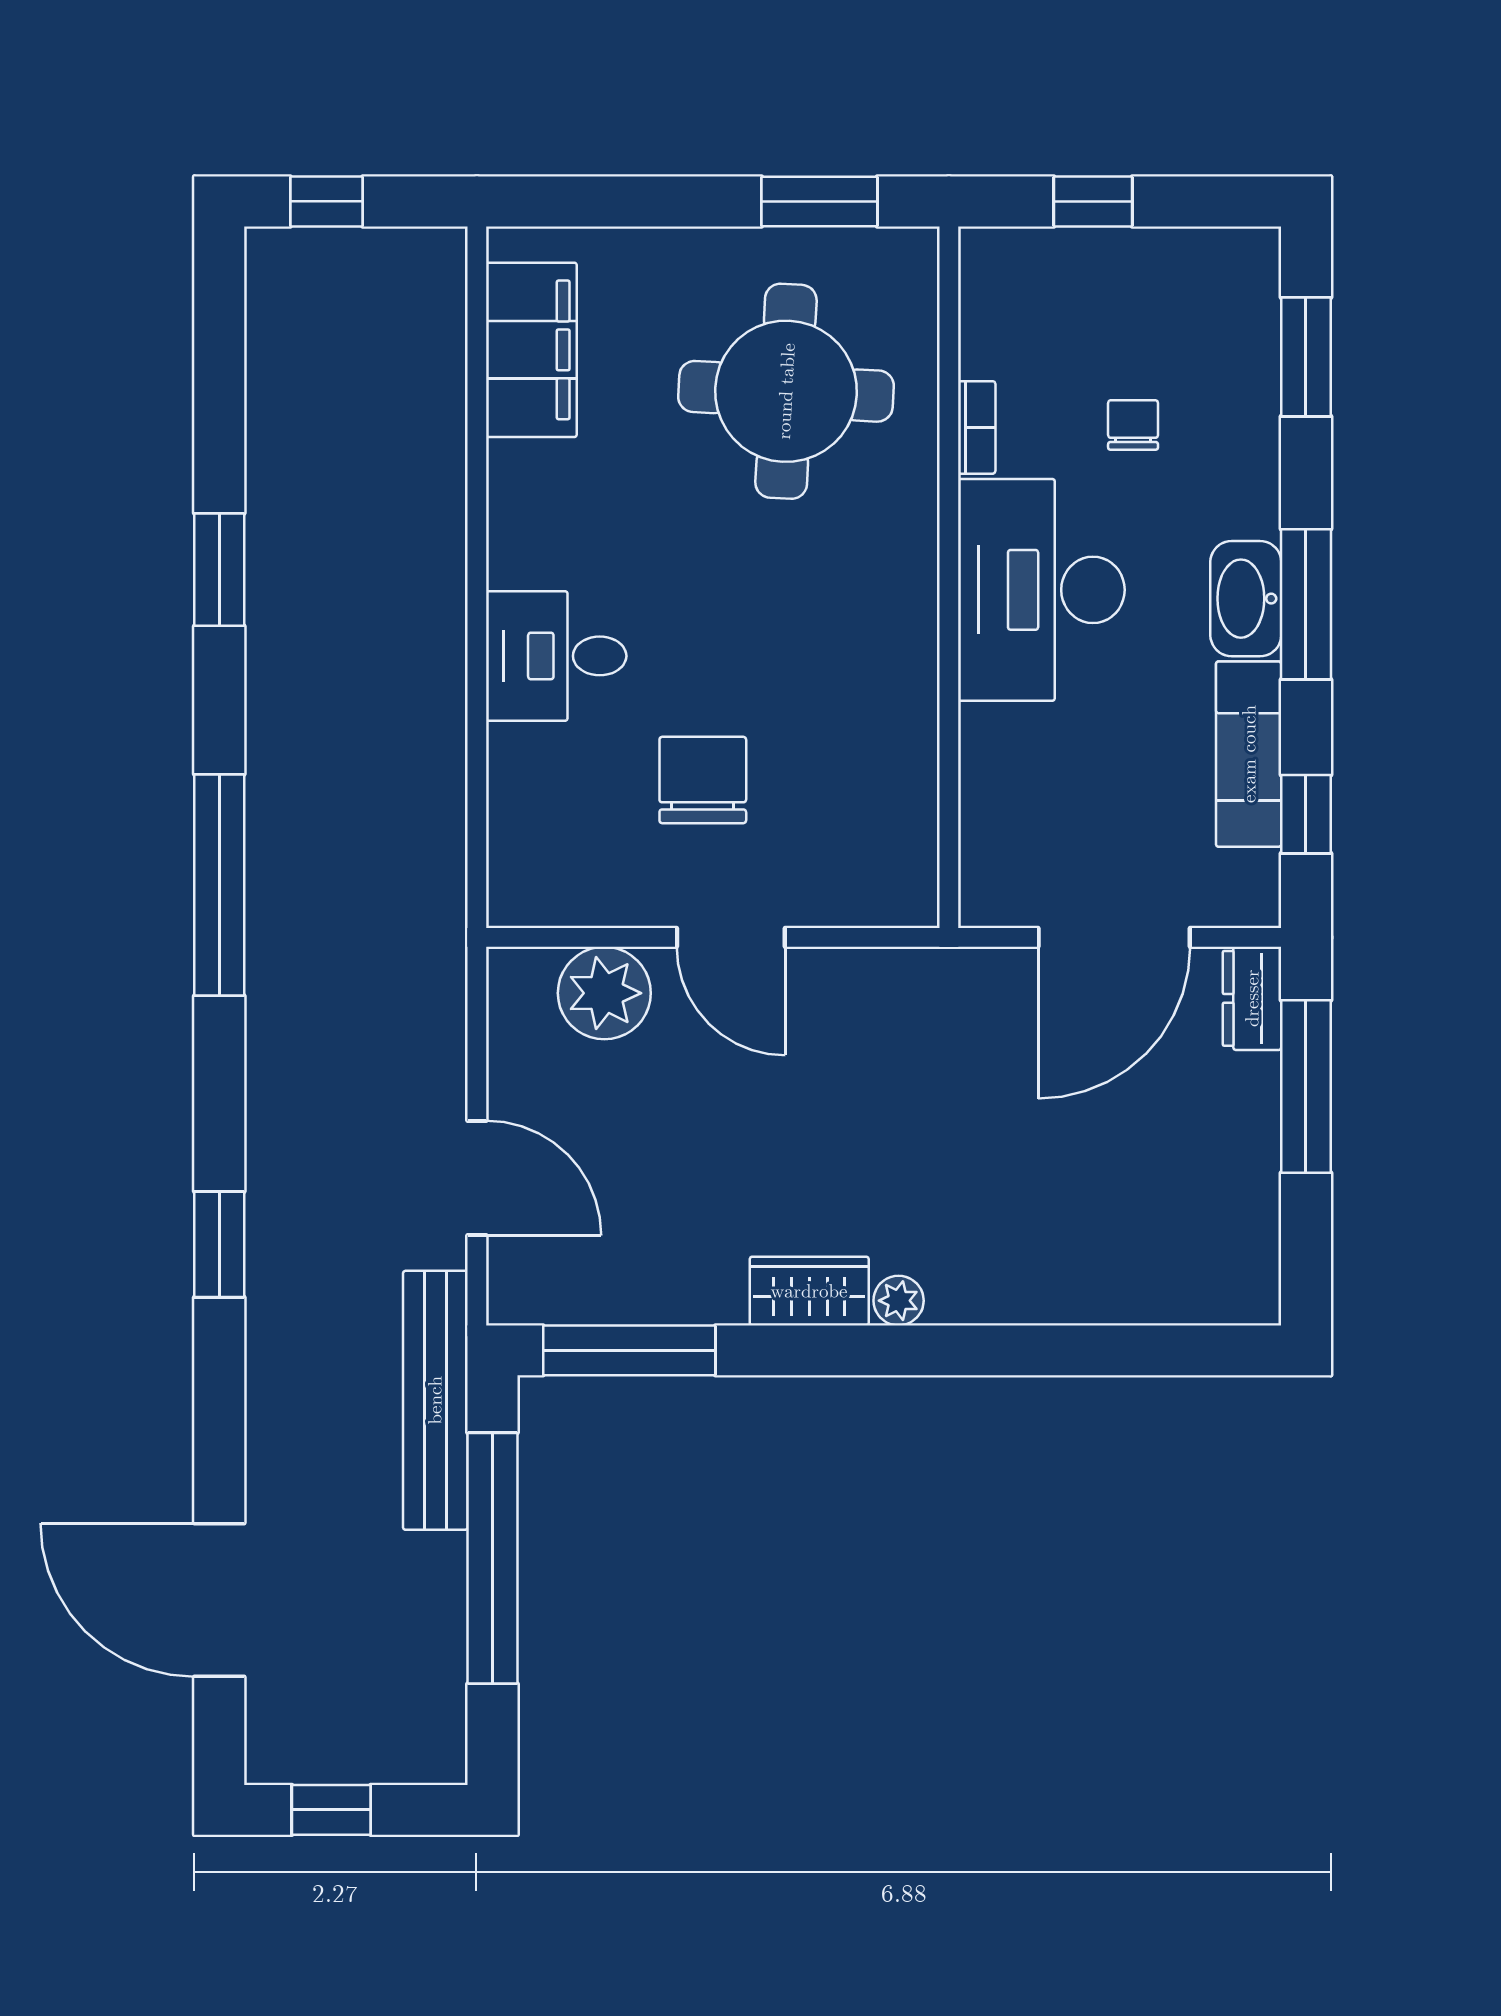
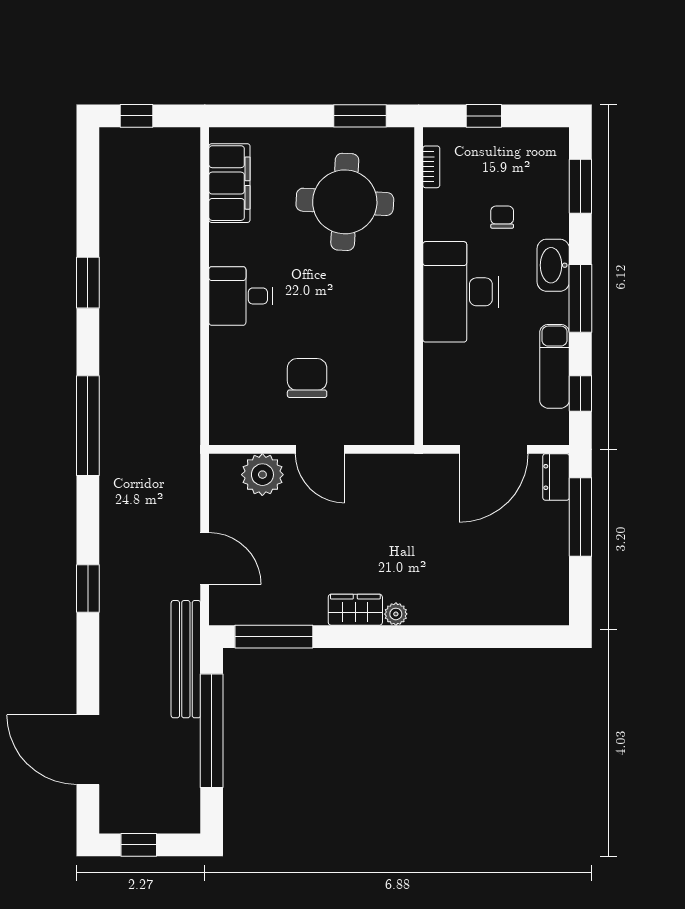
bookcase: (977, 427) -> (431, 167), moved
washbasin: (1246, 599) -> (553, 265), moved
desk: (556, 656) -> (241, 296), moved

